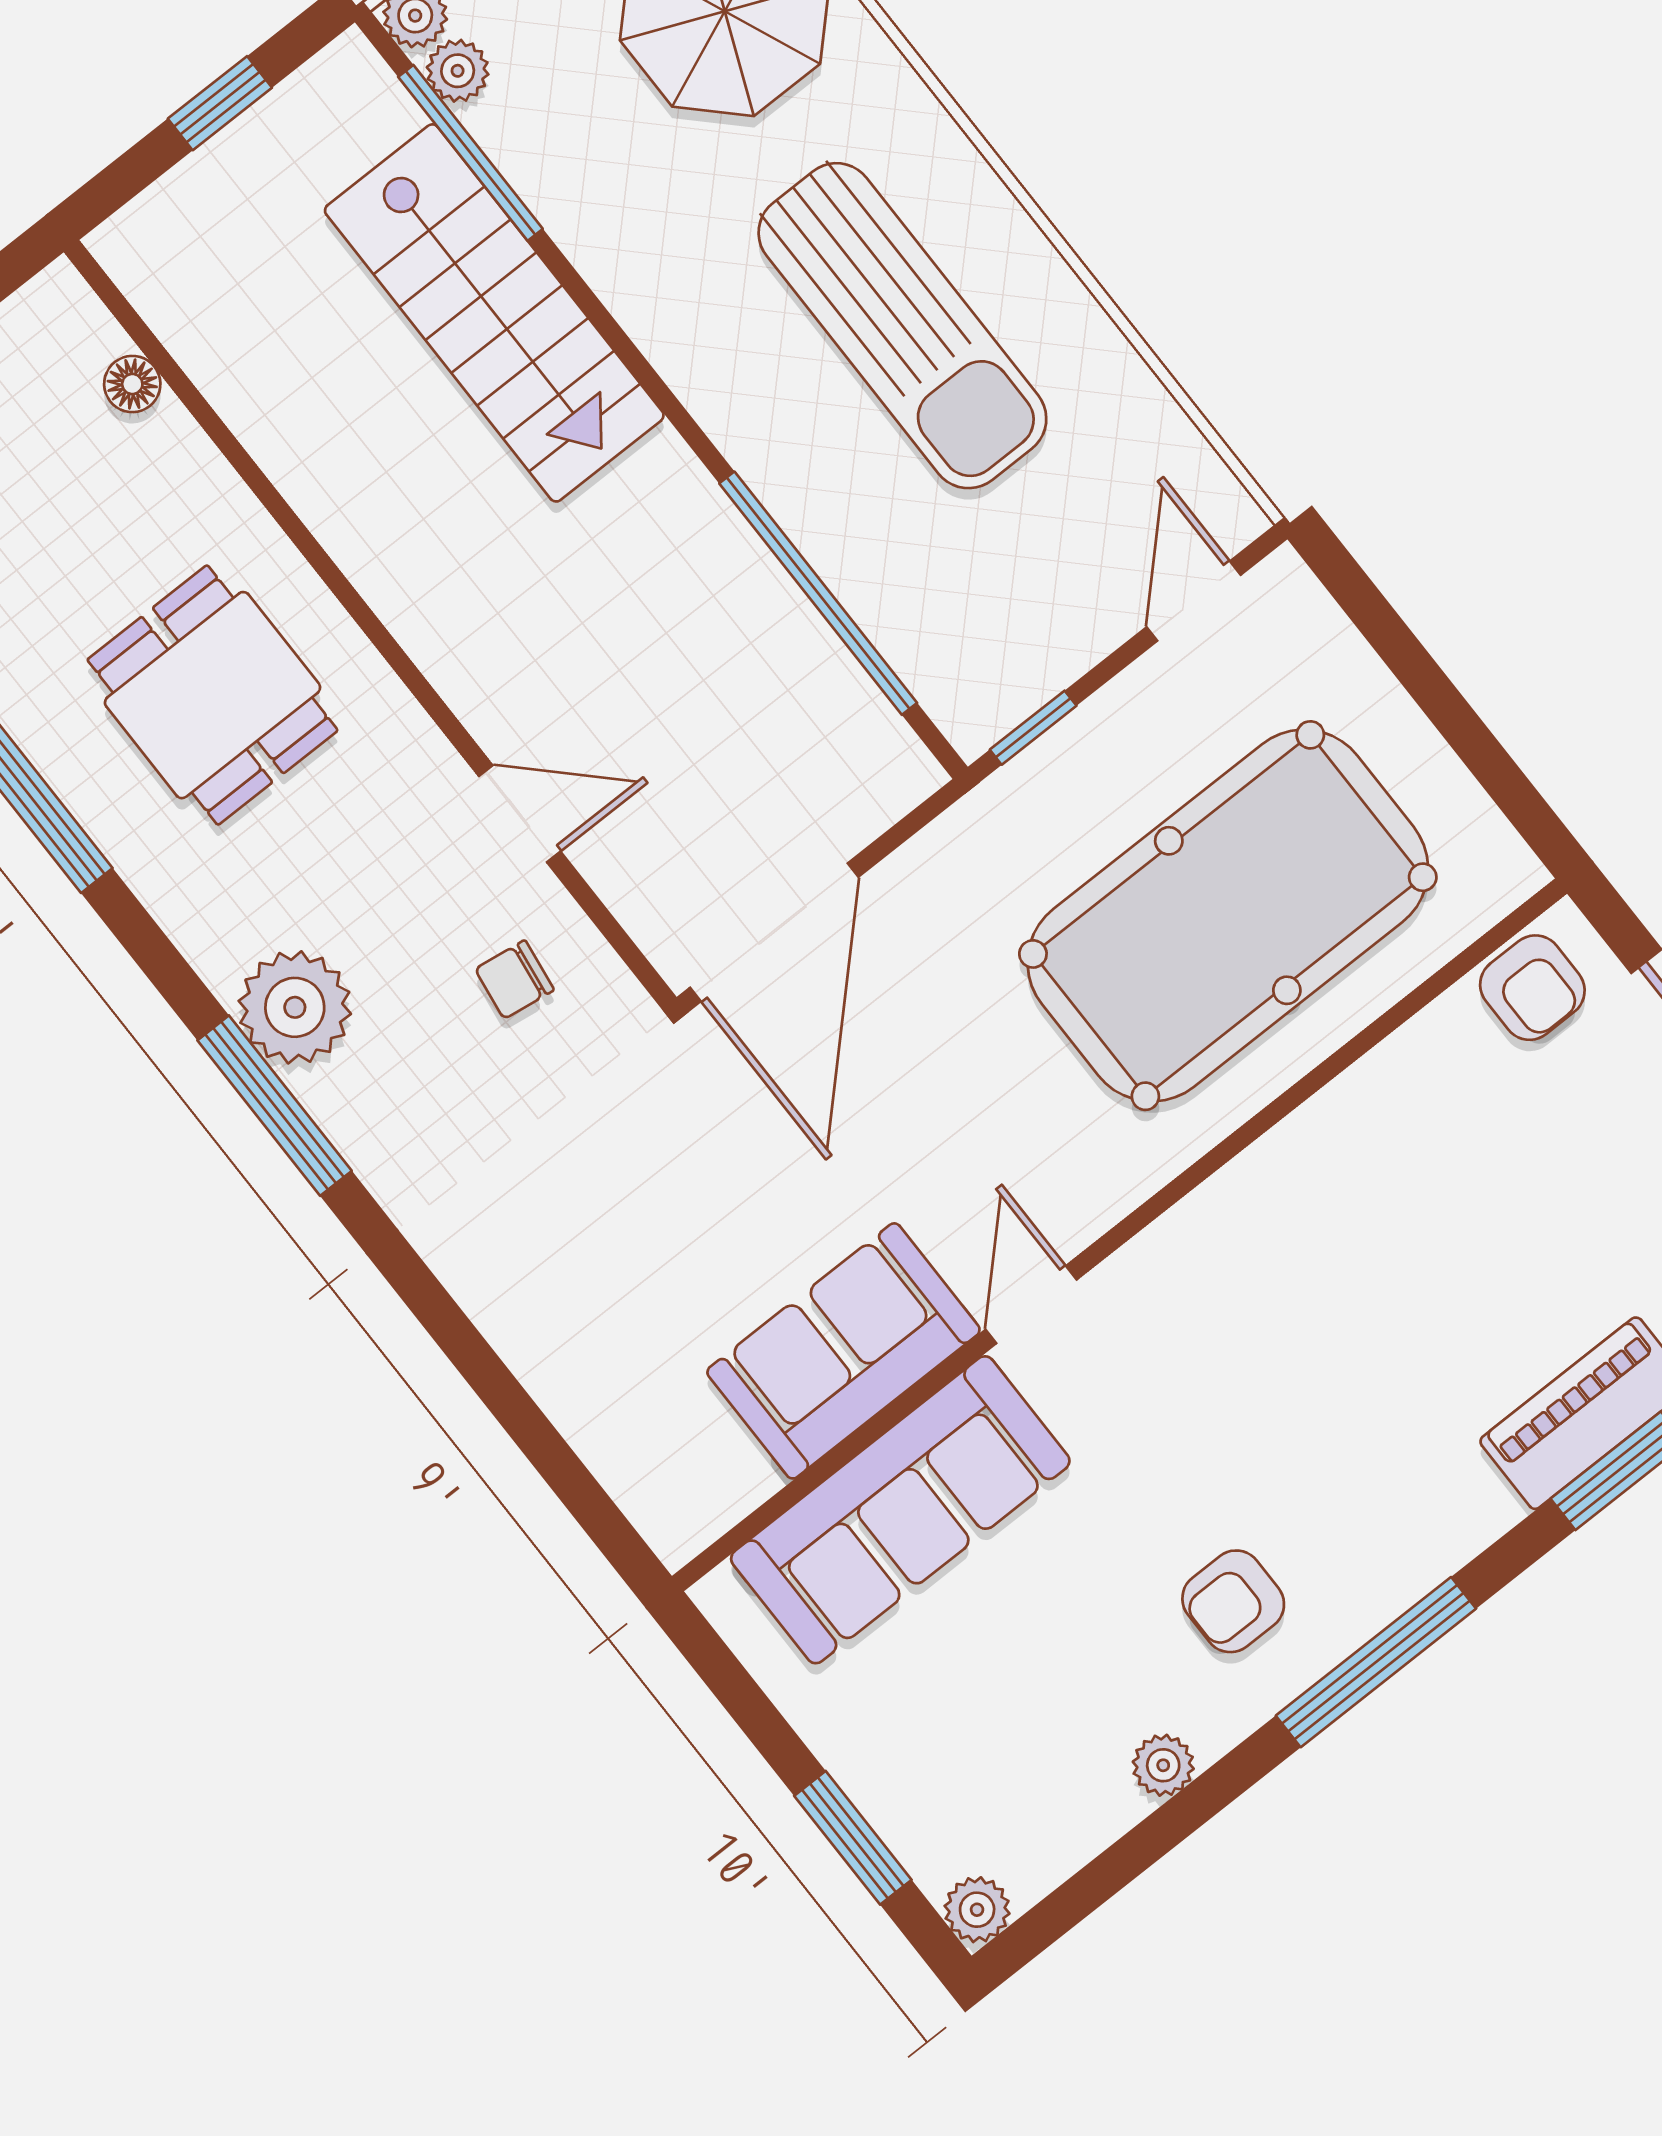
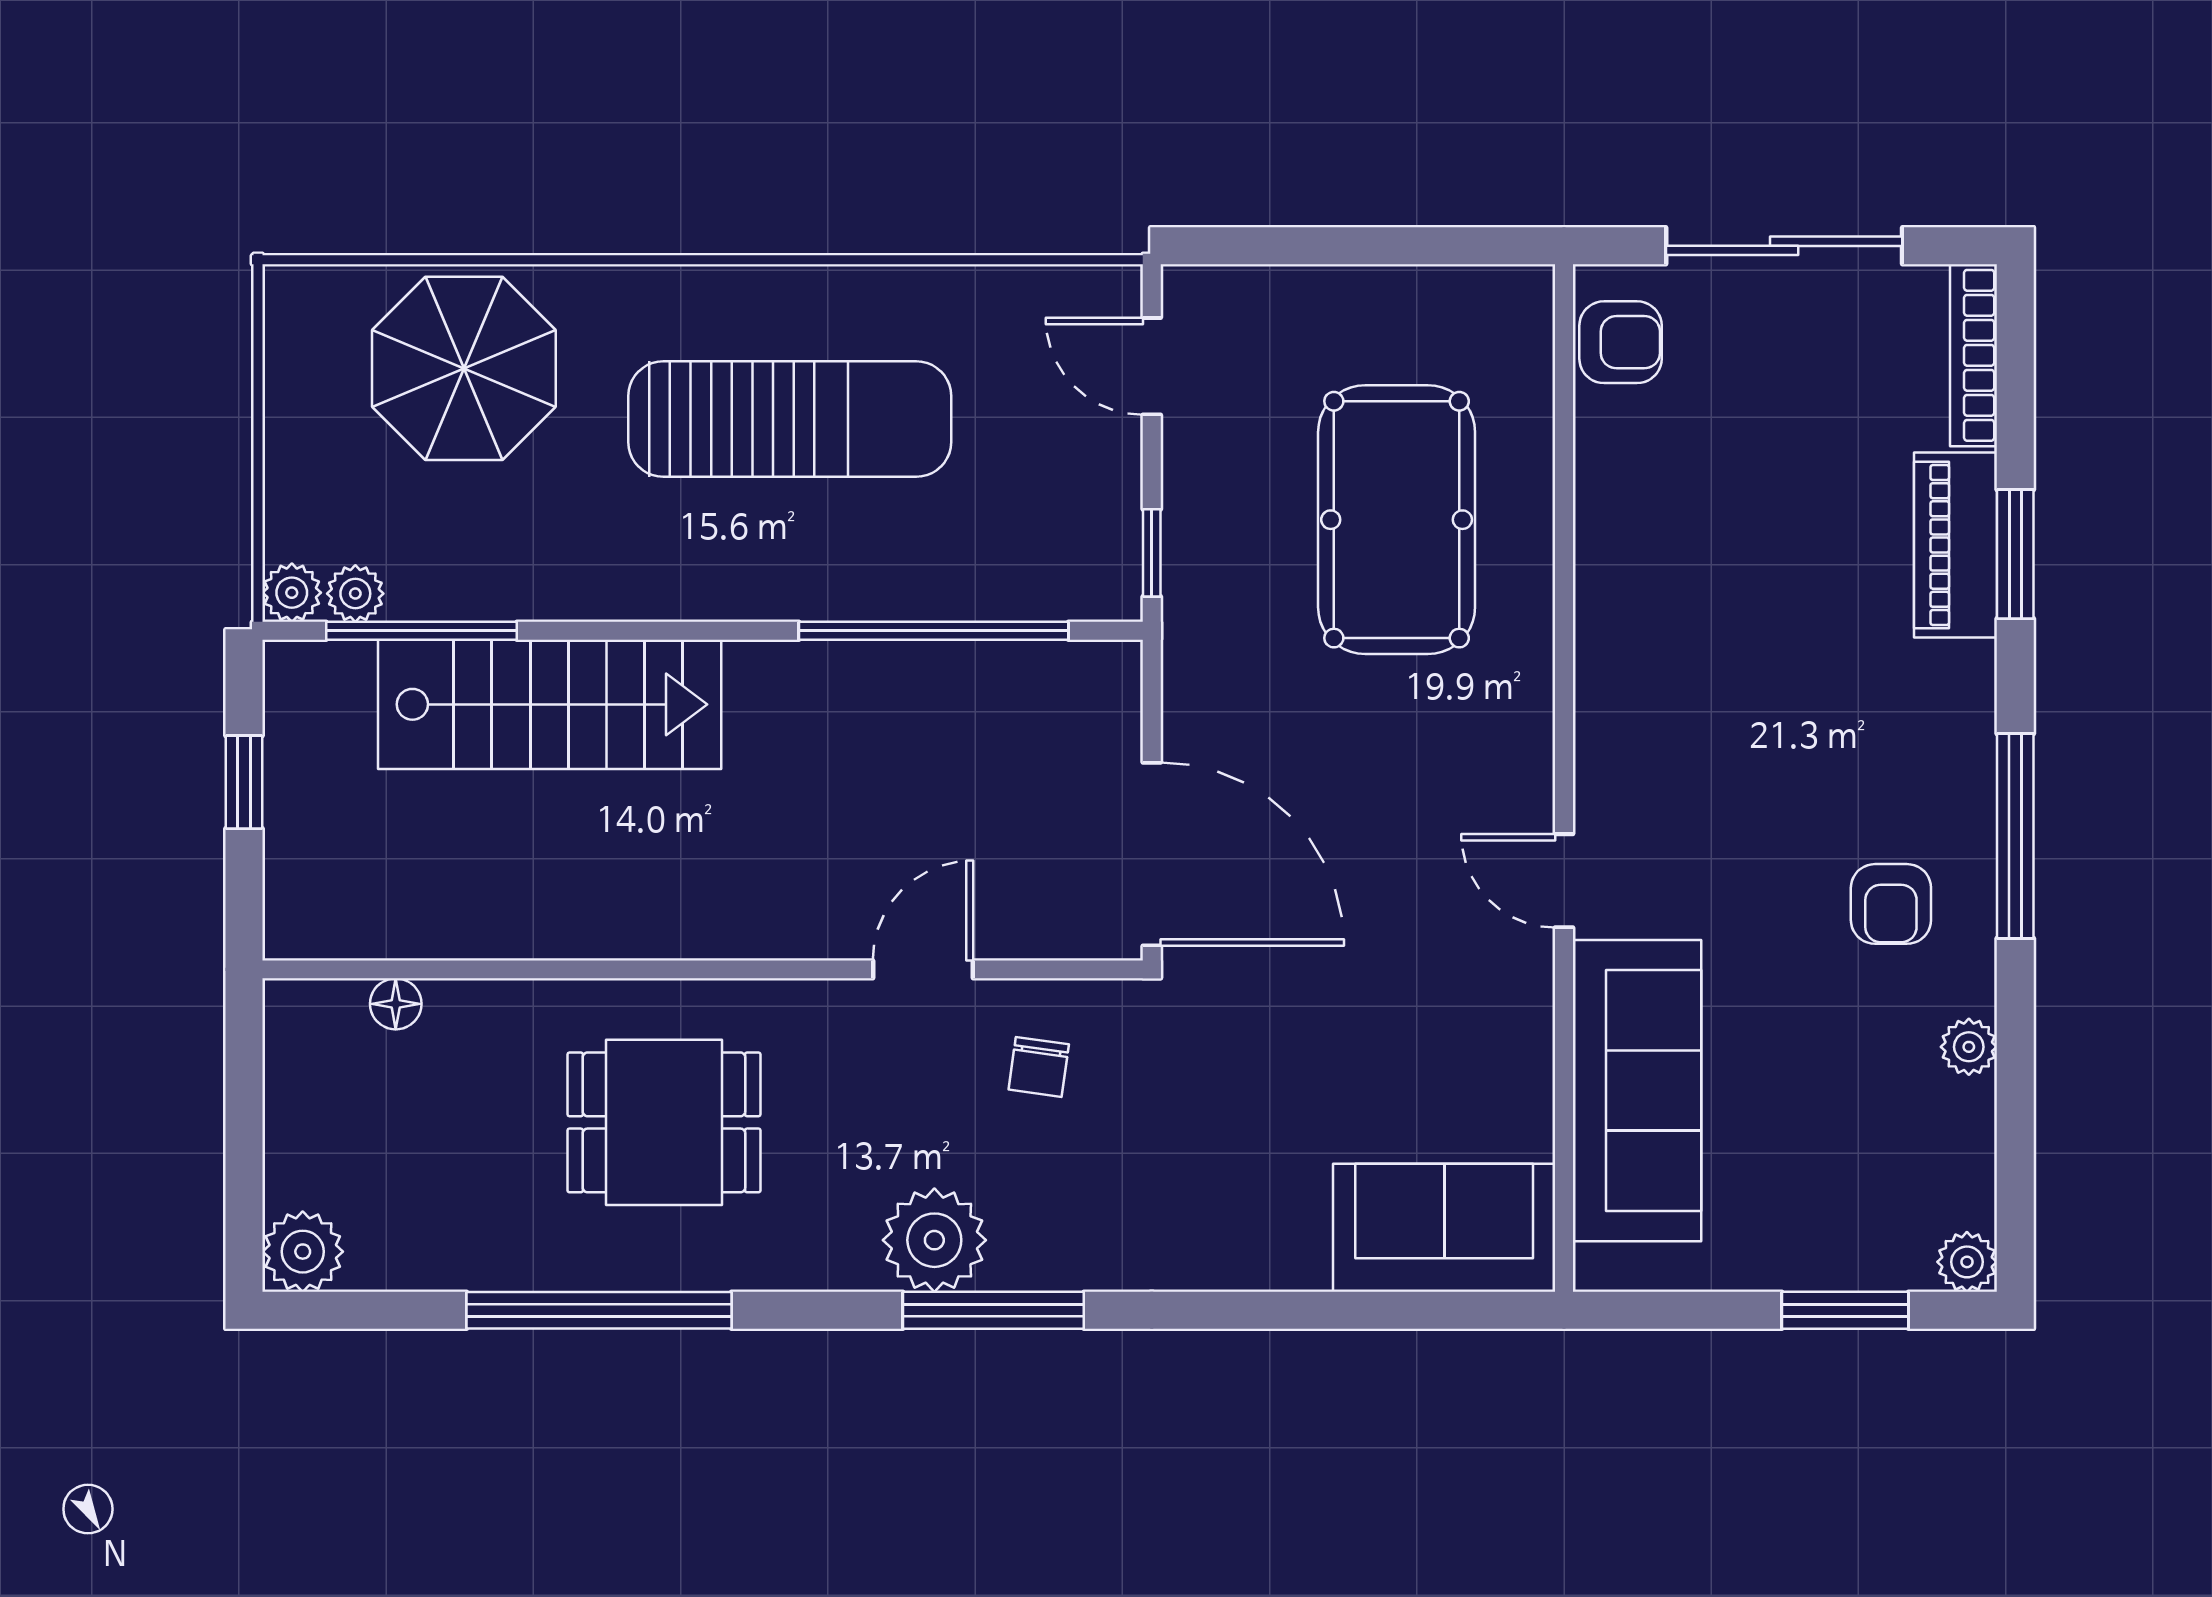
pool table: (1228, 916) -> (1397, 520), width x0.73, depth x0.76
sofa: (843, 1351) -> (1444, 1228), moved, turned 90

